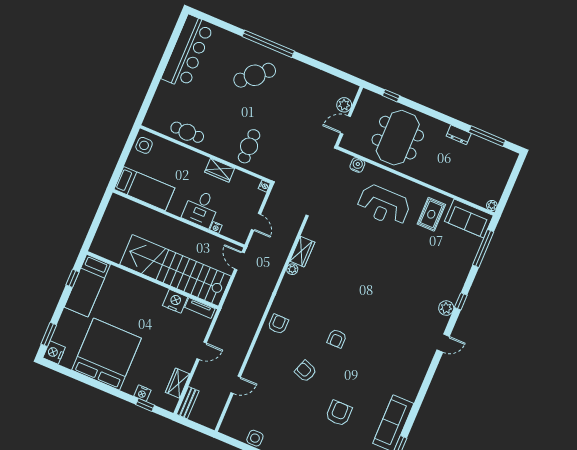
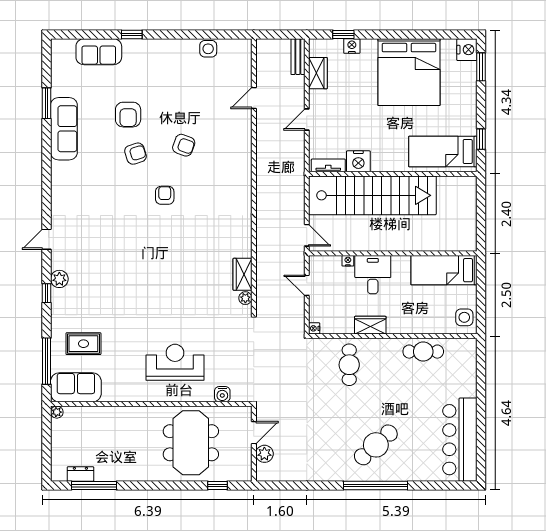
dresser: (459, 135) -> (80, 474), moved
rug: (431, 214) -> (83, 344), moved, turned 90
plant: (292, 269) -> (245, 298), moved
bed: (87, 286) -> (443, 152), moved, turned -90
armchair: (278, 324) -> (135, 154), moved, turned -108

